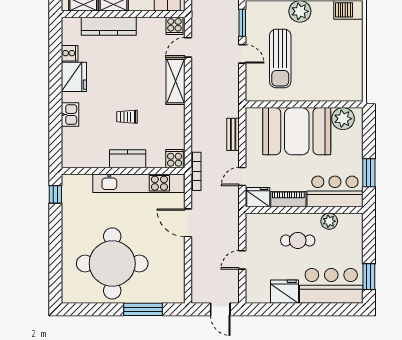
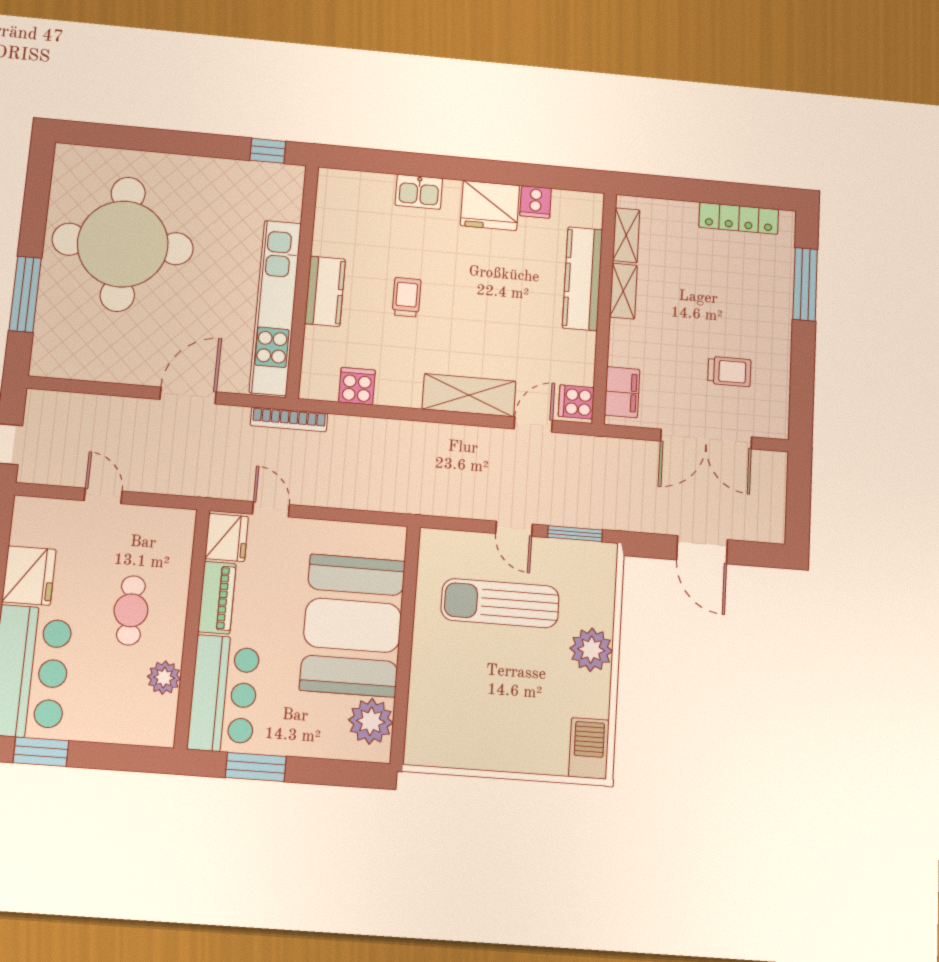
door: (188, 47) -> (533, 424), hinge flipped
door: (242, 54) -> (514, 529), hinge flipped
bench: (233, 134) -> (356, 498), removed
cooker: (175, 159) -> (357, 386), moved, turned -90

